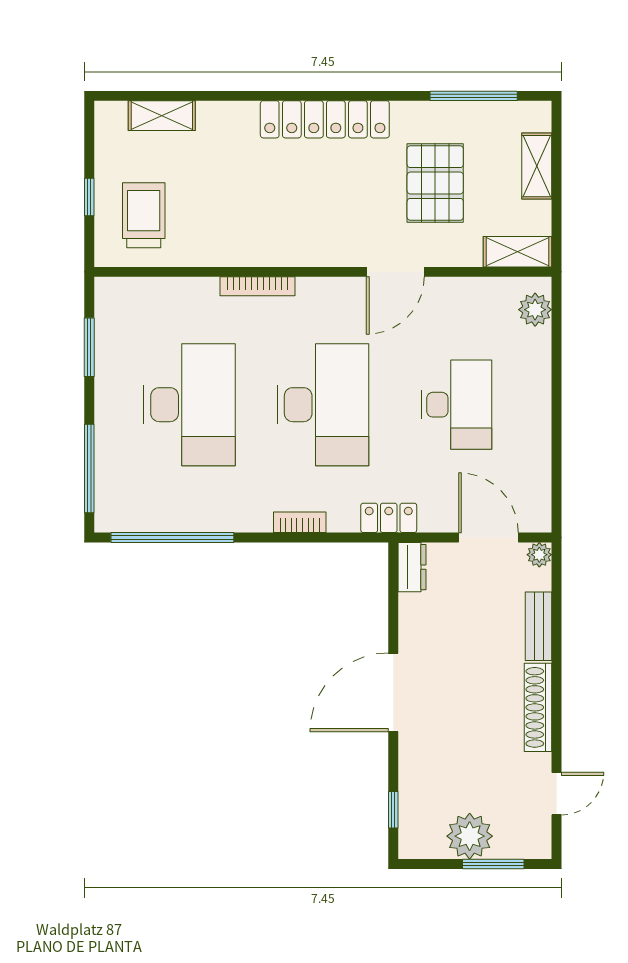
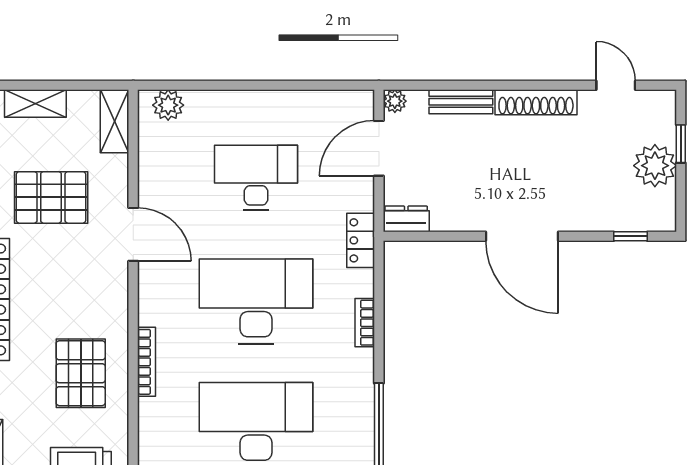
pallet: (245, 215) -> (81, 373), added
window: (493, 864) -> (681, 144), width x0.67

